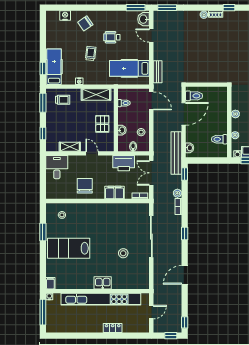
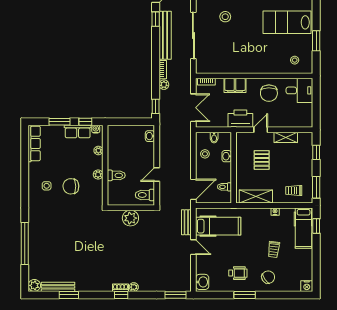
window: (136, 8) -> (245, 295), moved
window: (229, 8) -> (121, 295), moved
nightstand: (65, 16) -> (307, 286), moved
door: (151, 36) -> (193, 247), moved
wheelchair: (112, 37) -> (238, 273), moved
trolley: (91, 53) -> (274, 249), moved
plant: (207, 75) -> (130, 218), added
door: (151, 101) -> (193, 189), swing flipped
door: (184, 114) -> (157, 175), width x0.53
pallet: (102, 124) -> (262, 160), moved
toilet: (219, 139) -> (116, 175), moved
door: (92, 153) -> (261, 130), swing flipped
bench: (176, 153) -> (165, 35), moved
printer: (124, 163) -> (240, 119), moved
desk: (57, 167) -> (299, 90), moved, turned -90
window: (185, 234) -> (156, 19), moved
lab bench: (69, 248) -> (287, 22), turned 180

